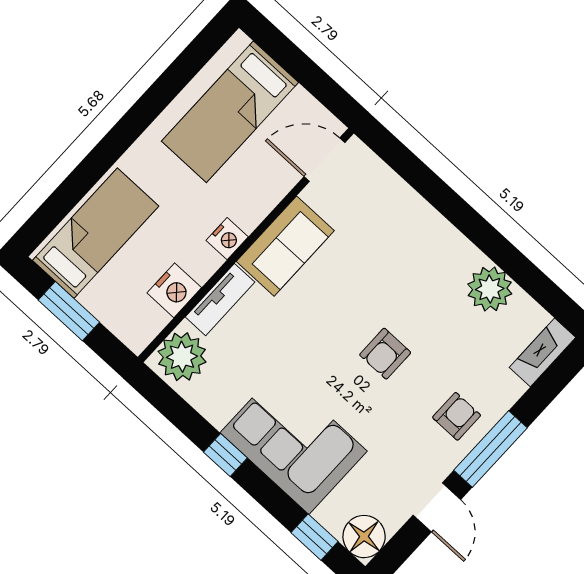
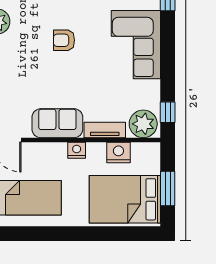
bed: (96, 233) -> (125, 199), width x1.50
armchair: (385, 354) -> (64, 40), turned 180
window: (225, 455) -> (168, 112), moved

